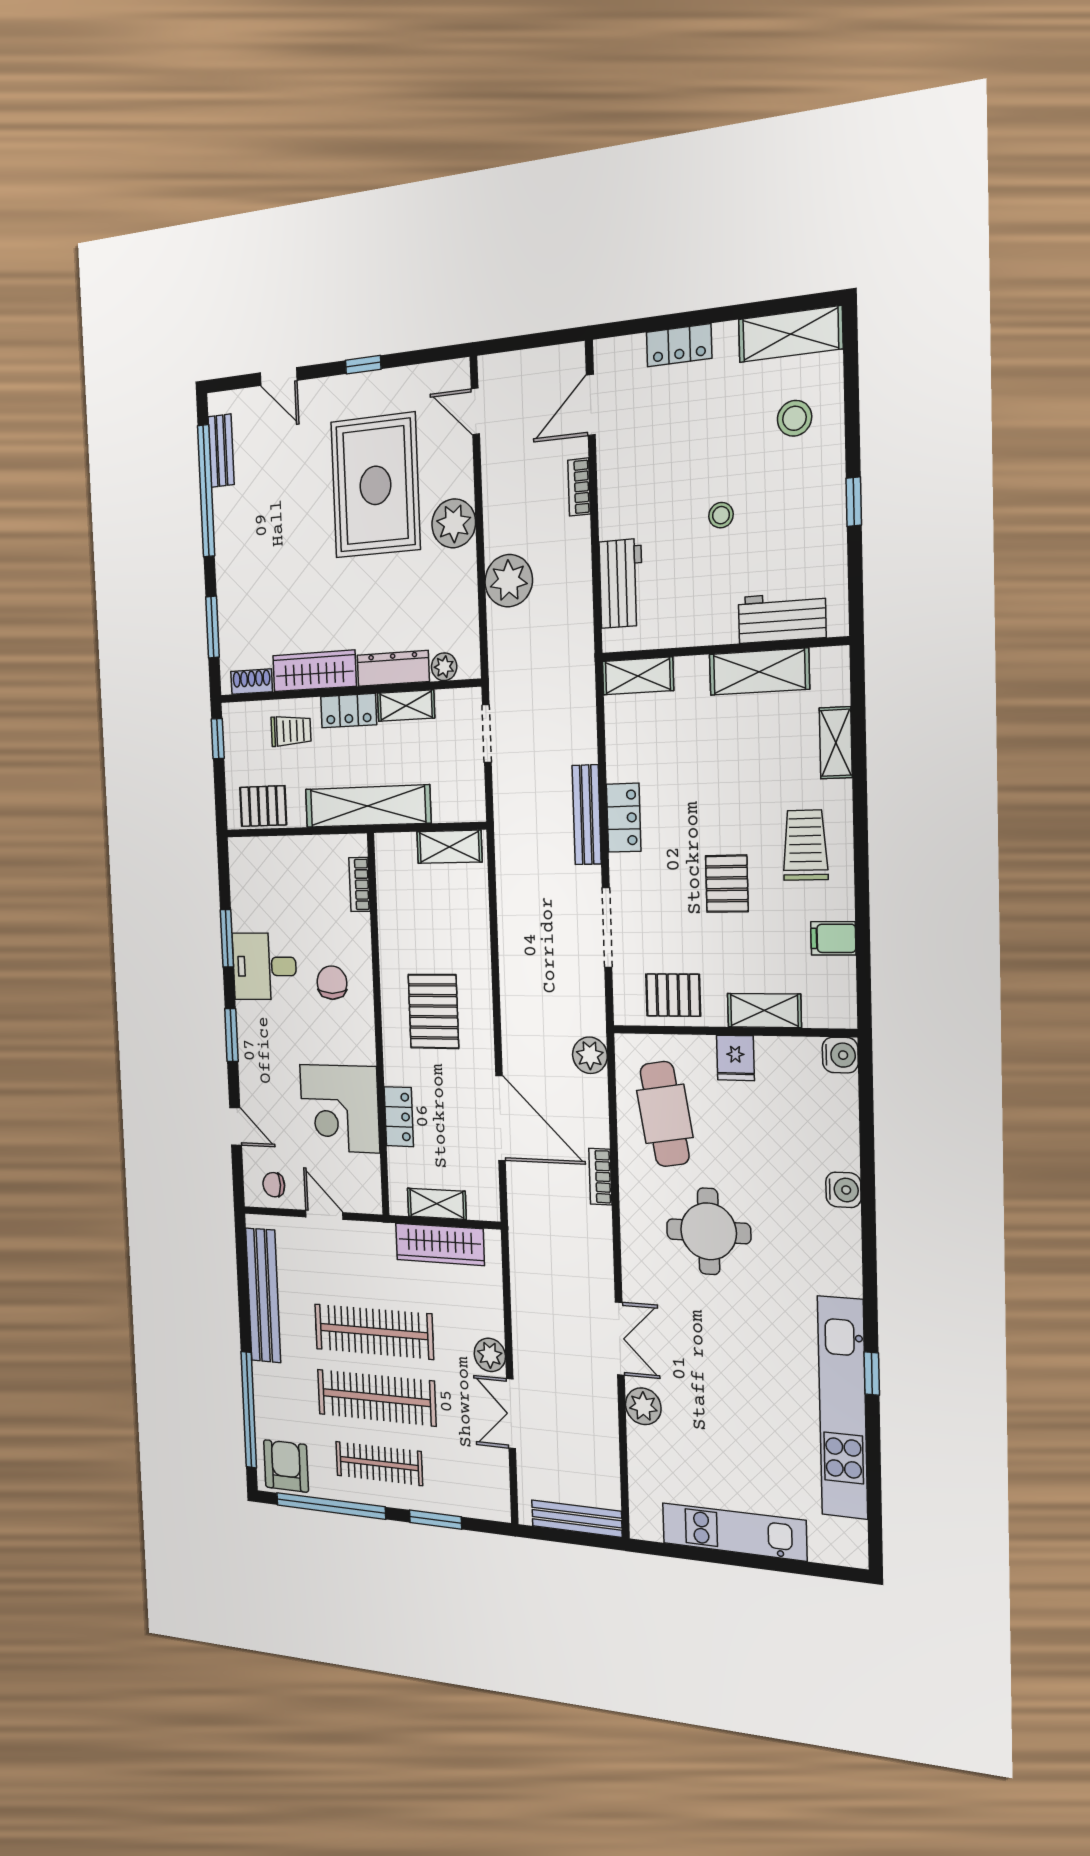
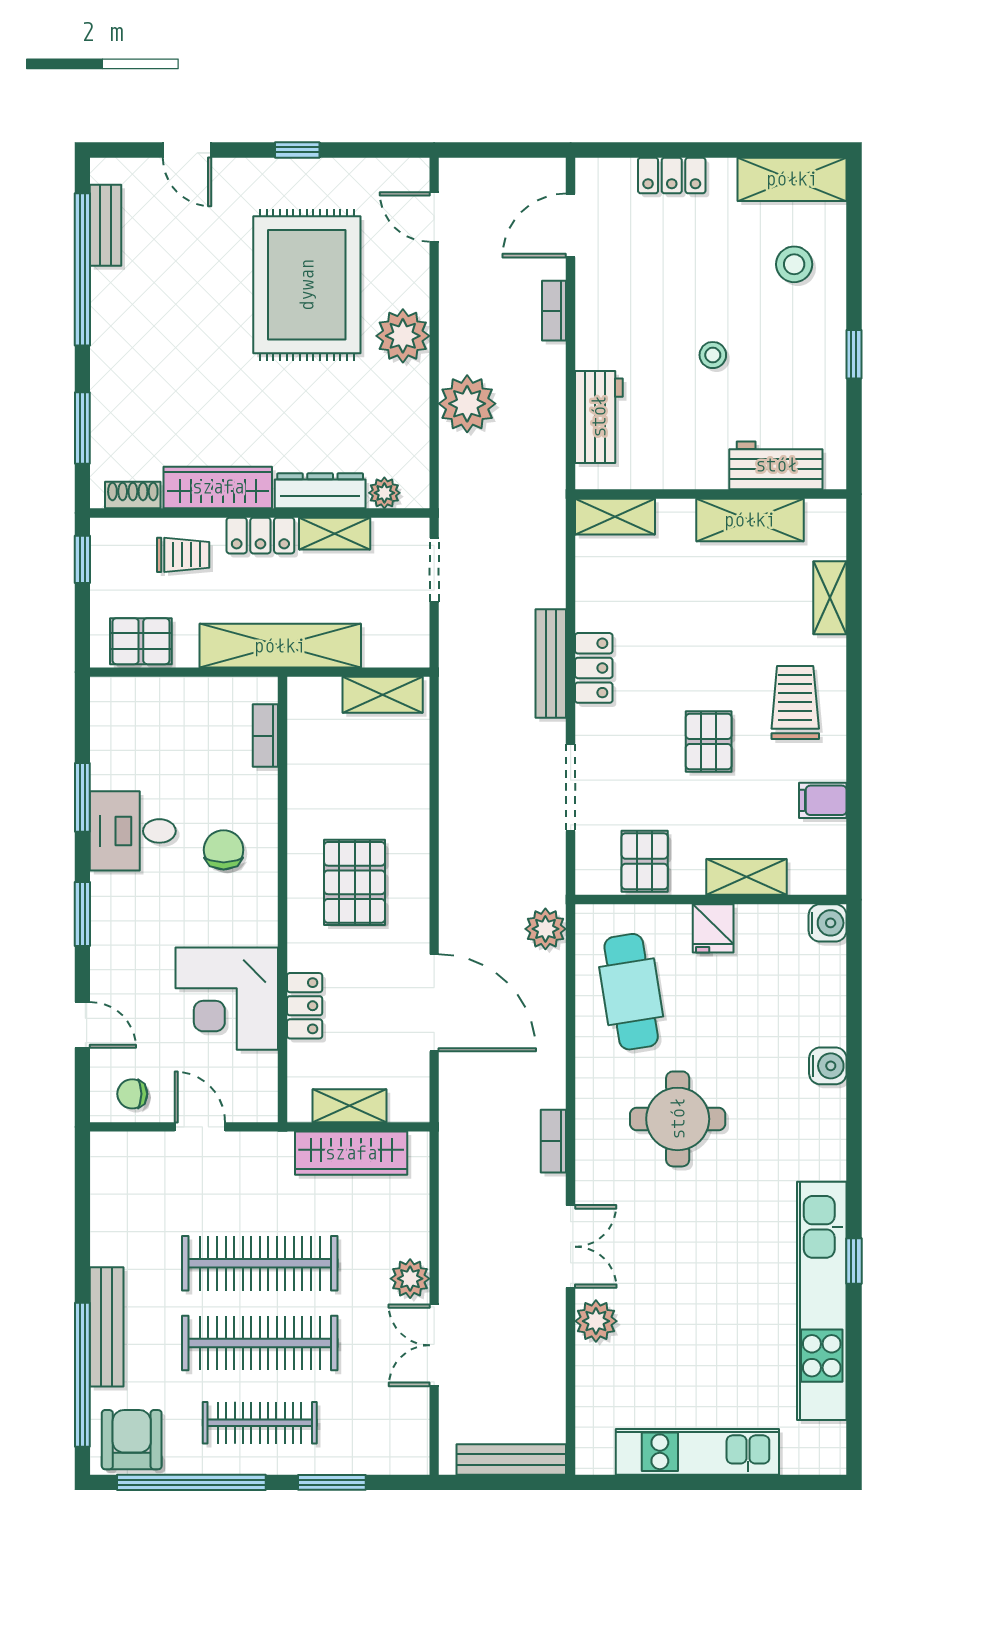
pallet: (673, 995) -> (645, 861), turned 90
bookcase: (600, 1177) -> (553, 1141), moved
bench: (263, 1295) -> (107, 1327), moved, width x0.73, depth x0.82

